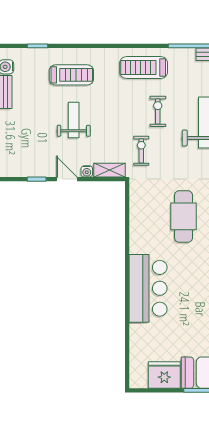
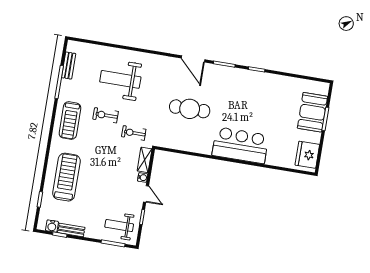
treadmill: (71, 75) -> (66, 177), width x1.37, depth x1.38
weight bench: (74, 120) -> (119, 226), moved
door: (67, 179) -> (146, 194), swing flipped
fridge: (164, 375) -> (307, 155), moved

